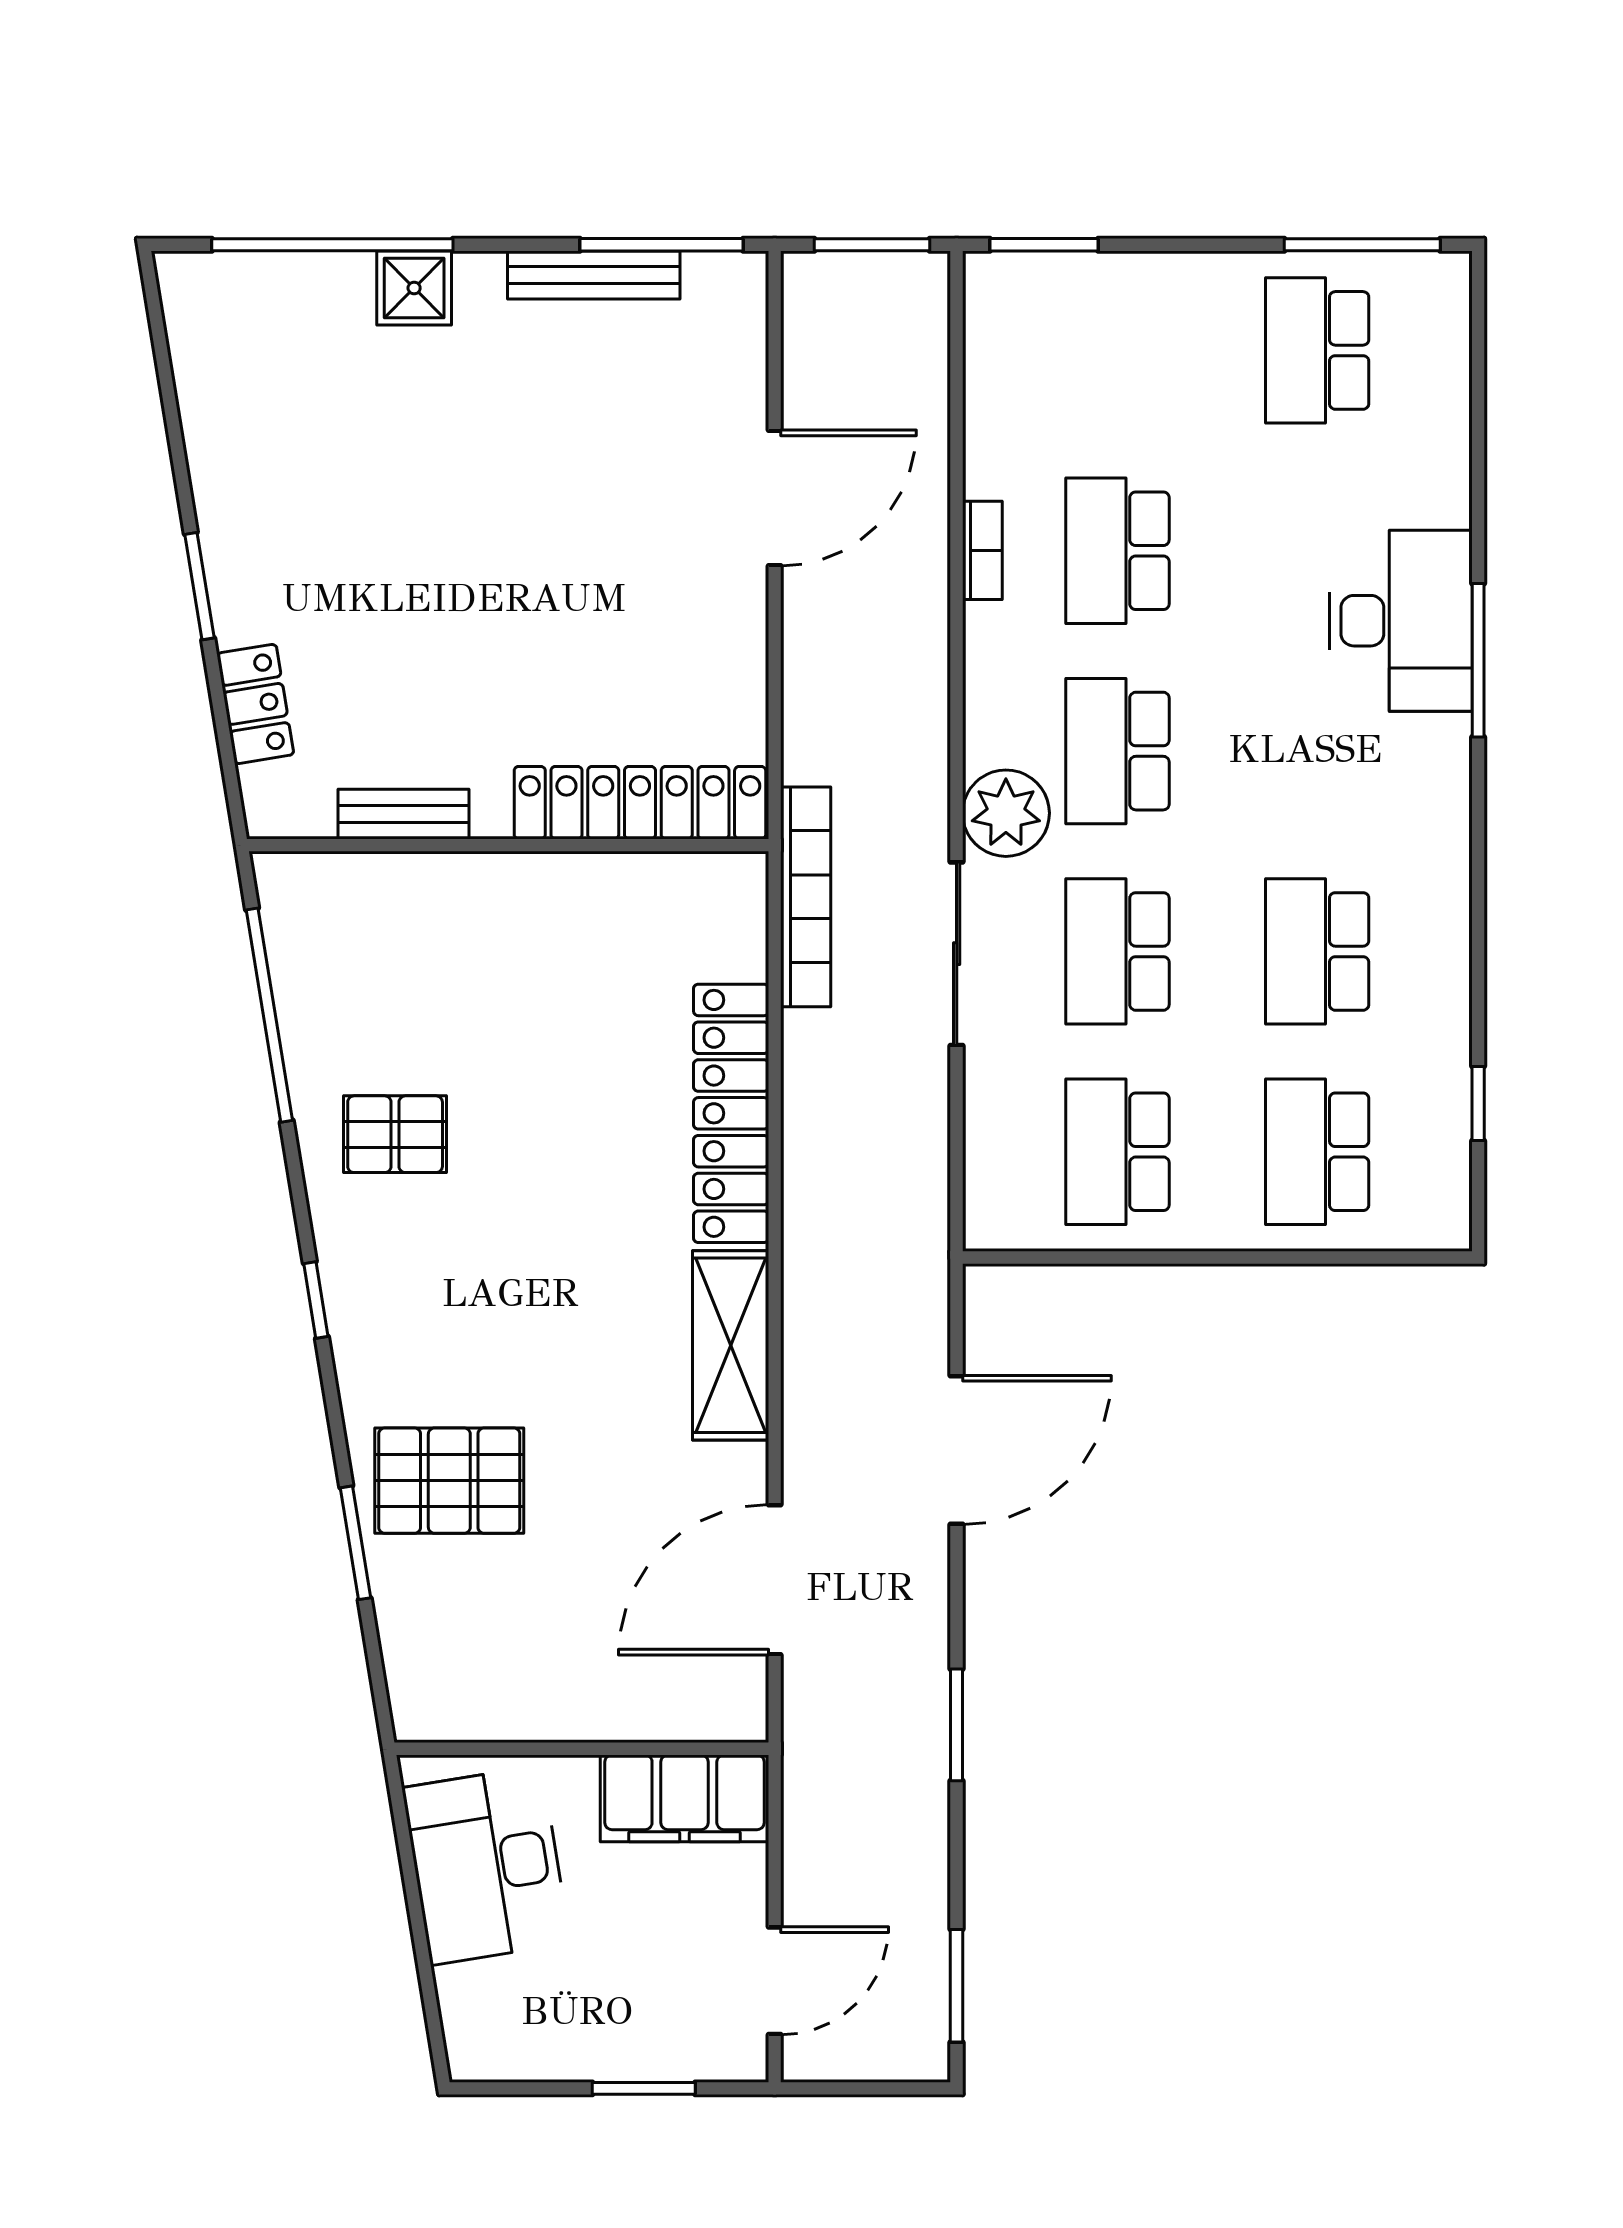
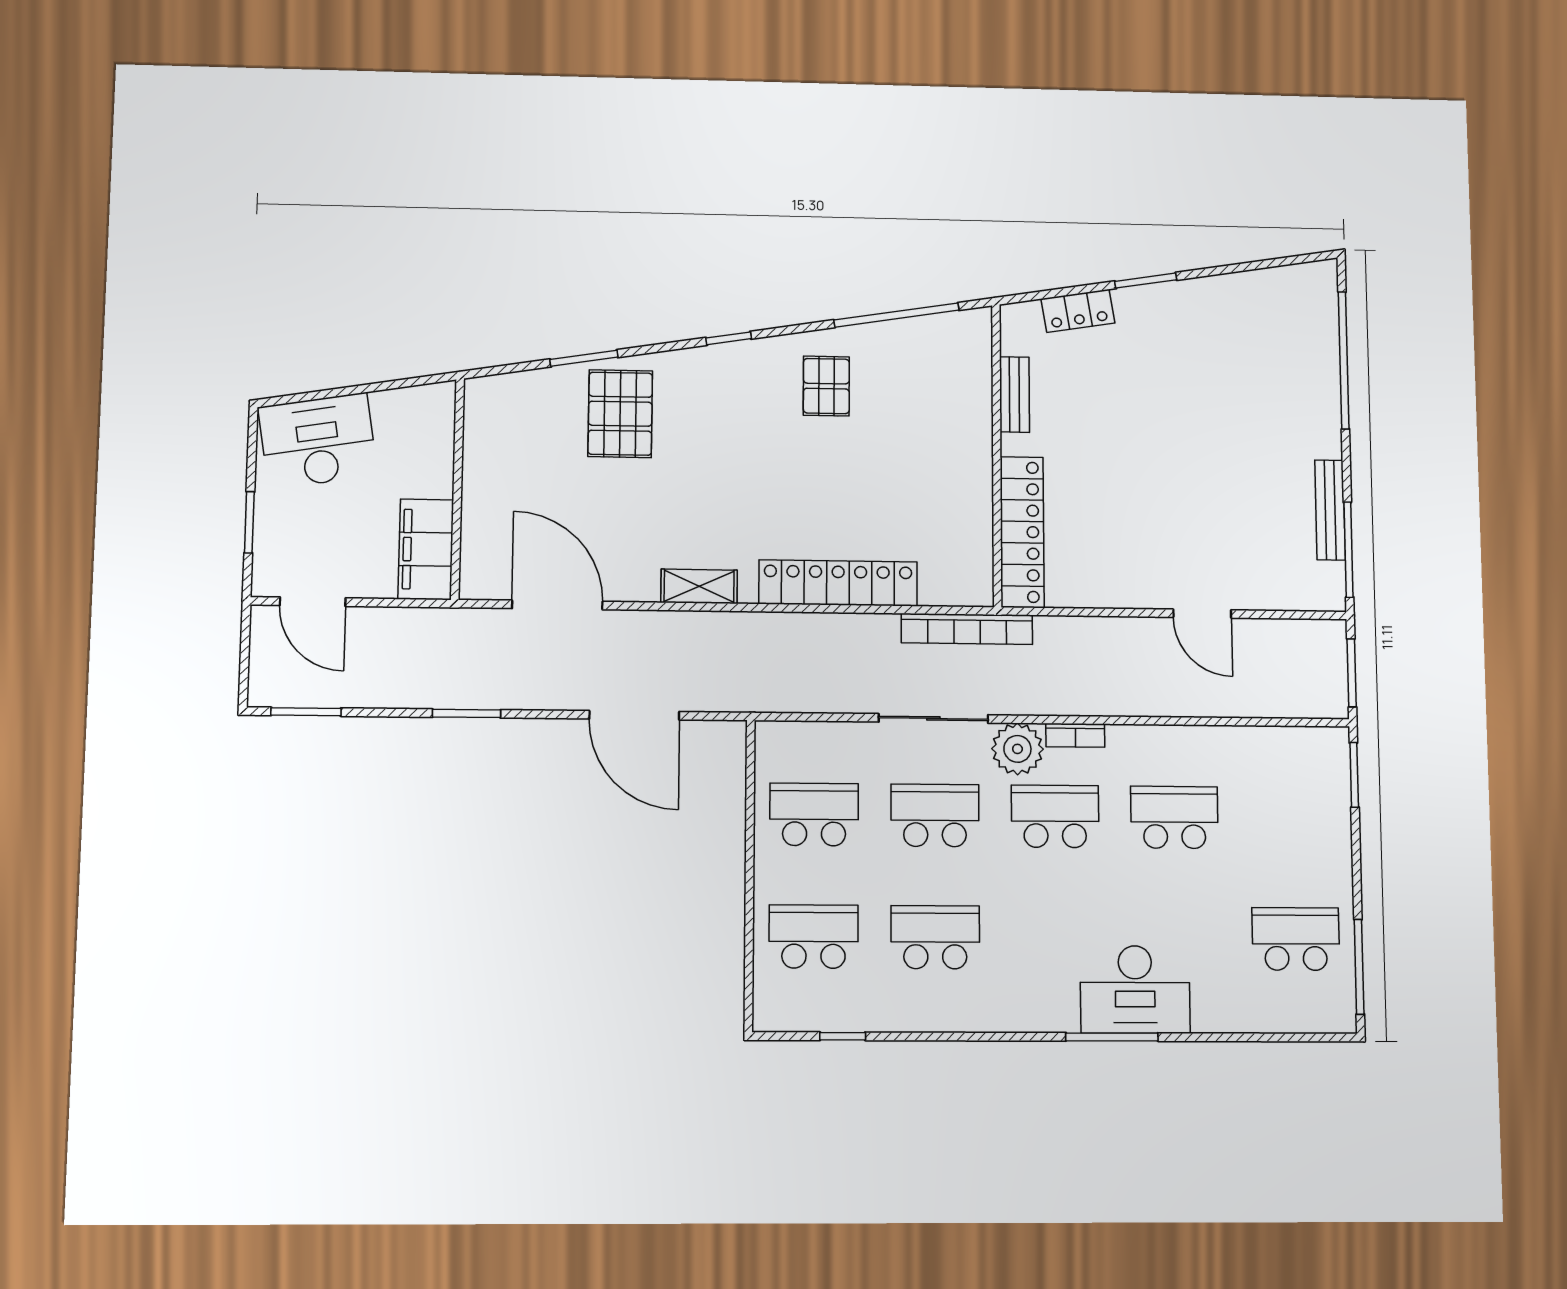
shower: (414, 288) -> (1320, 406), removed
door: (775, 498) -> (1202, 614), width x0.73
bookcase: (982, 550) -> (1075, 735), moved
shelving: (731, 1345) -> (699, 586), width x0.67, depth x0.75
desk: (486, 1865) -> (318, 441), moved

